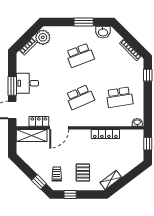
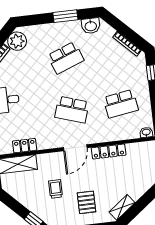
school desk: (80, 97) -> (72, 110), turned 42
door: (59, 128) -> (75, 148), moved
trolley: (57, 174) -> (55, 189), moved

